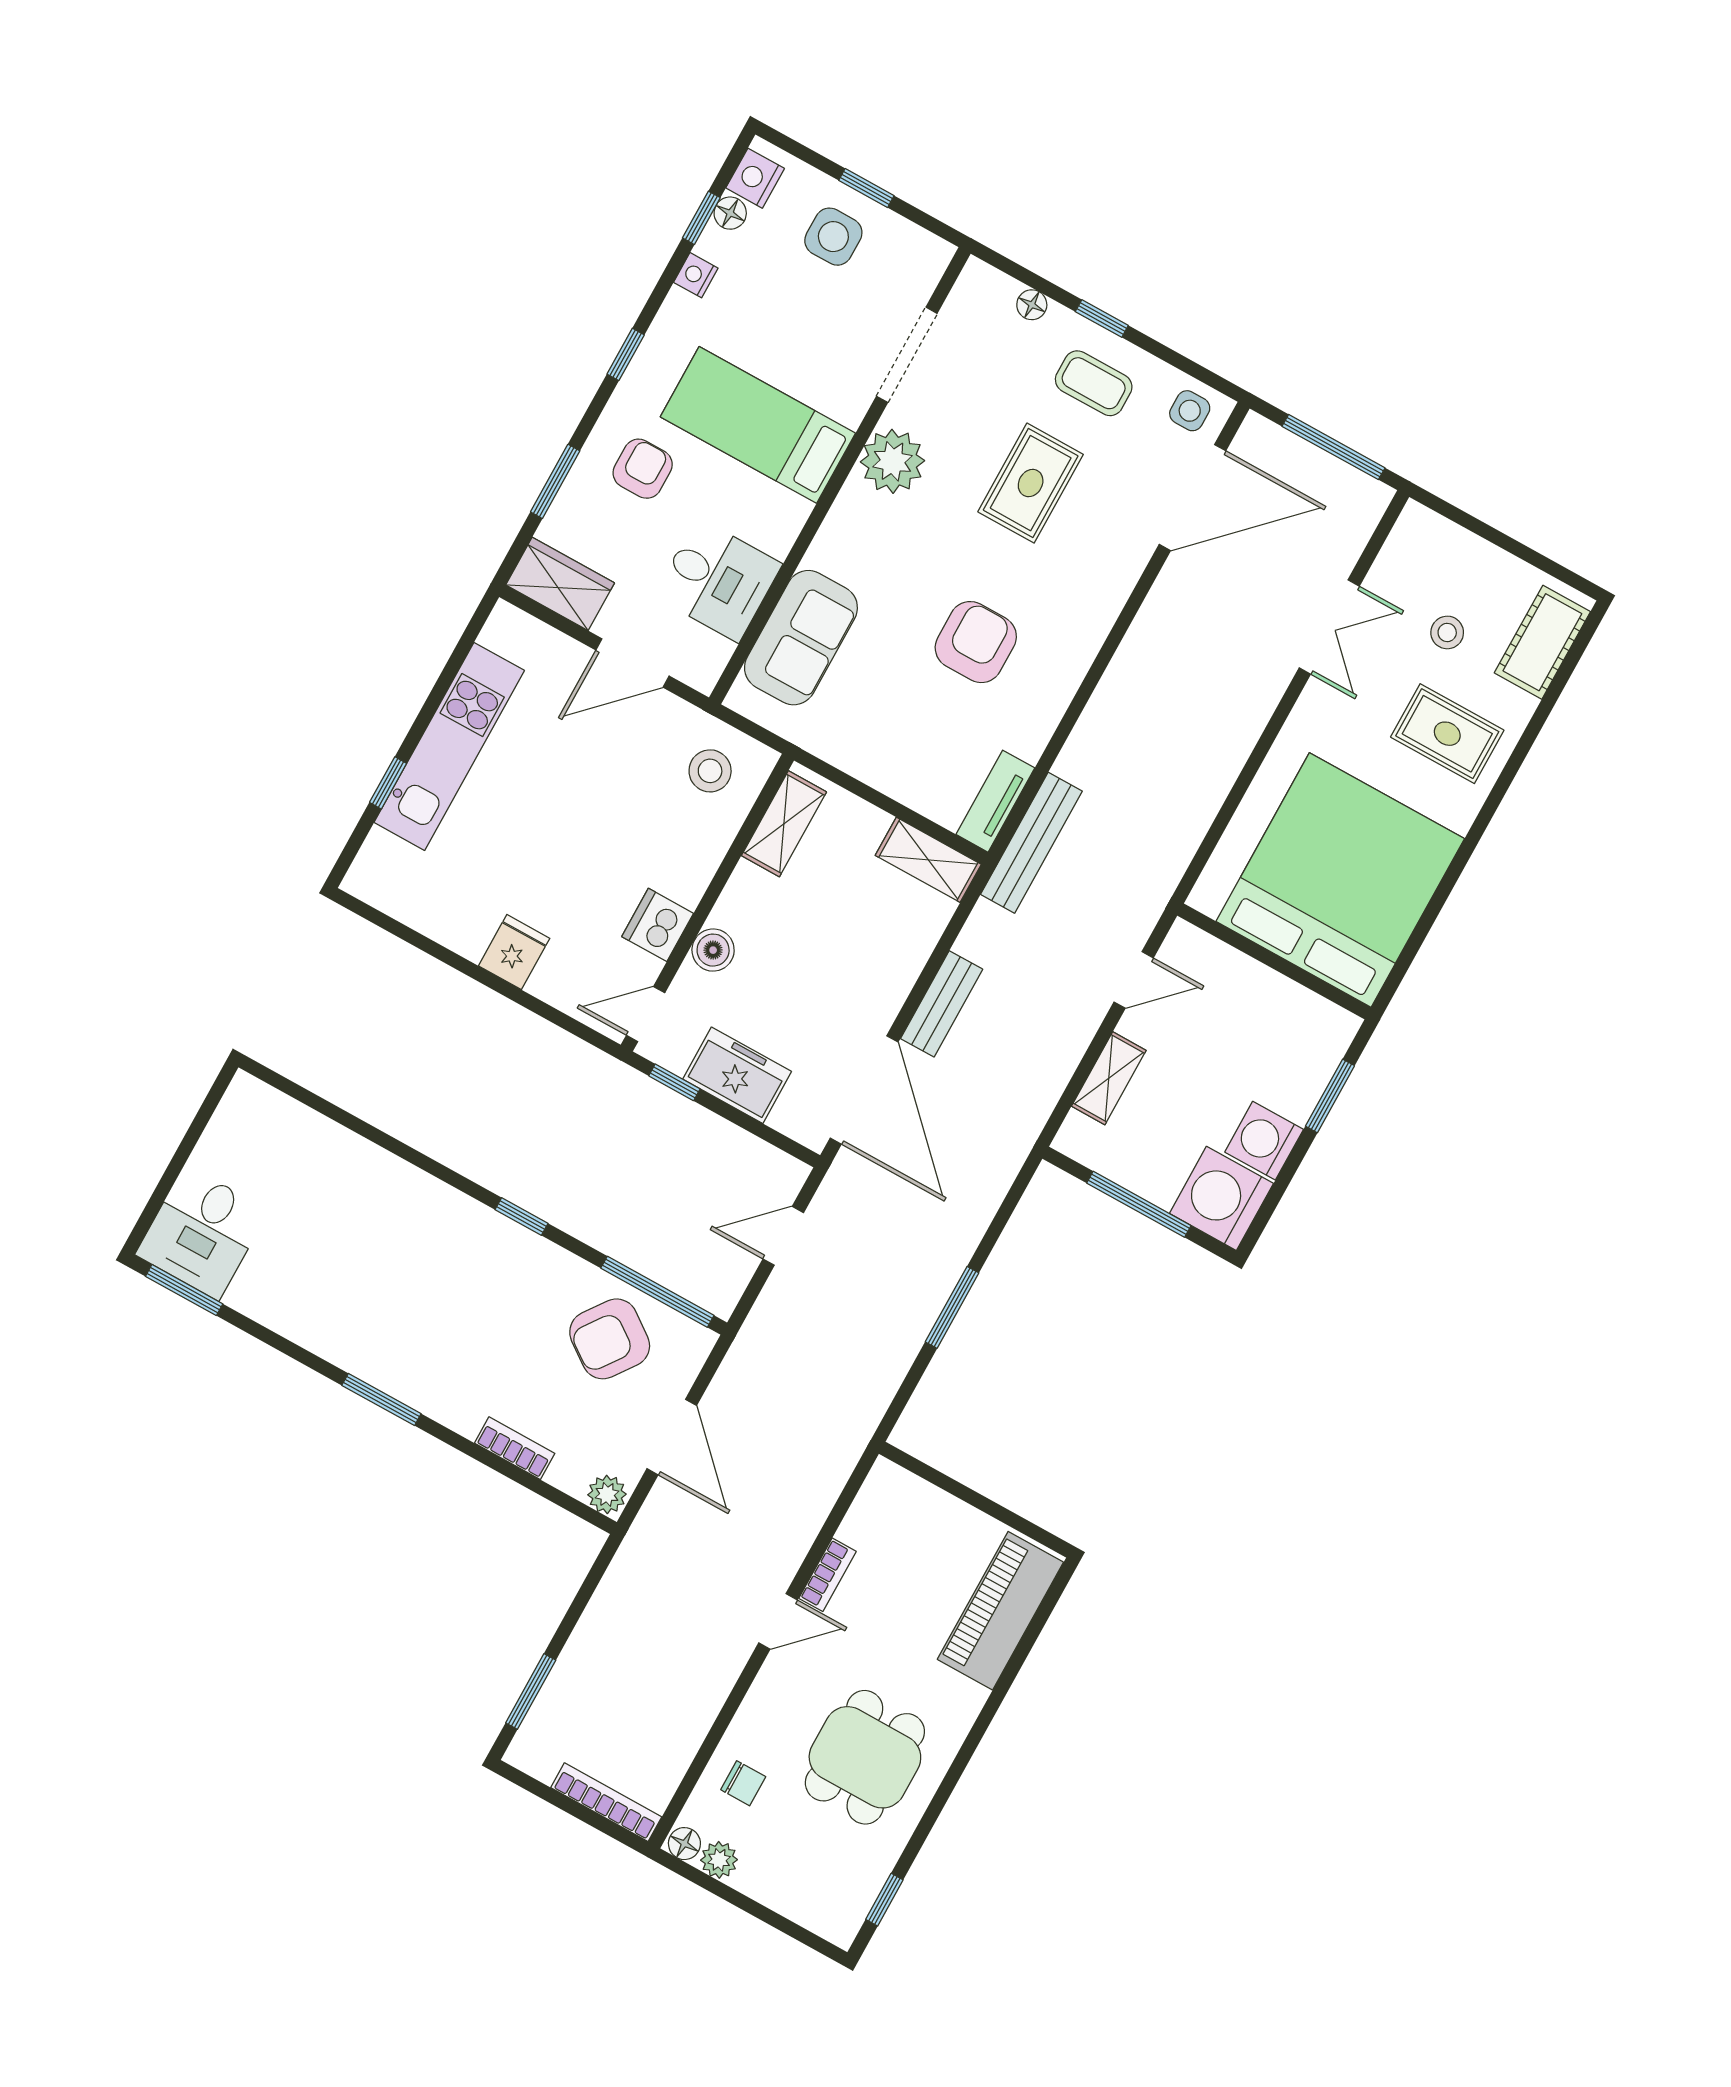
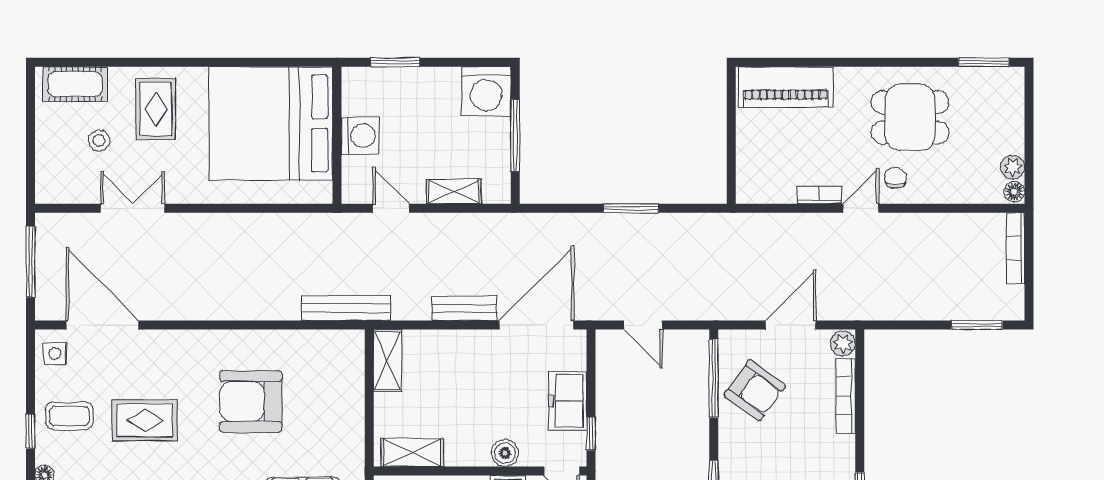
coffee table: (1094, 383) -> (69, 416), turned 90
armchair: (976, 642) -> (251, 402), width x1.36, depth x1.36
tv unit: (995, 801) -> (334, 341), removed
washing machine: (1264, 1141) -> (360, 136), moved, turned -90
bookcase: (515, 1448) -> (846, 396), width x1.56
door: (778, 1621) -> (861, 208), hinge flipped
chair: (743, 1783) -> (895, 178), moved
window: (884, 1900) -> (984, 62), width x1.50

